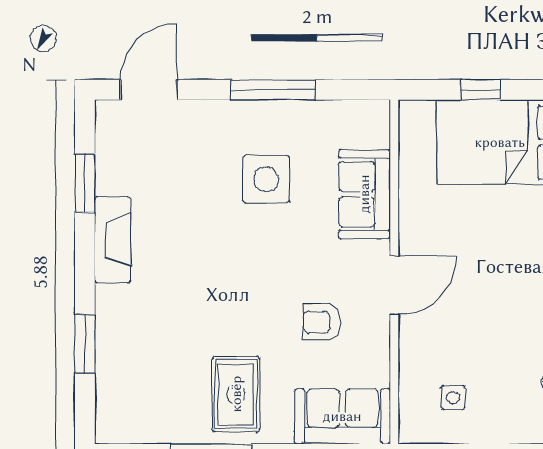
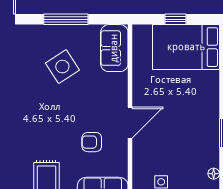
side table: (266, 179) -> (62, 67), turned -33
sofa: (364, 194) -> (114, 48), moved

